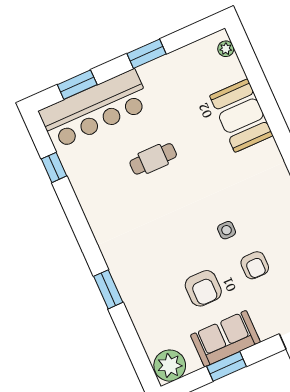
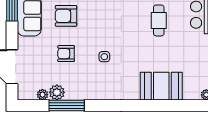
side table: (227, 230) -> (104, 57), moved

